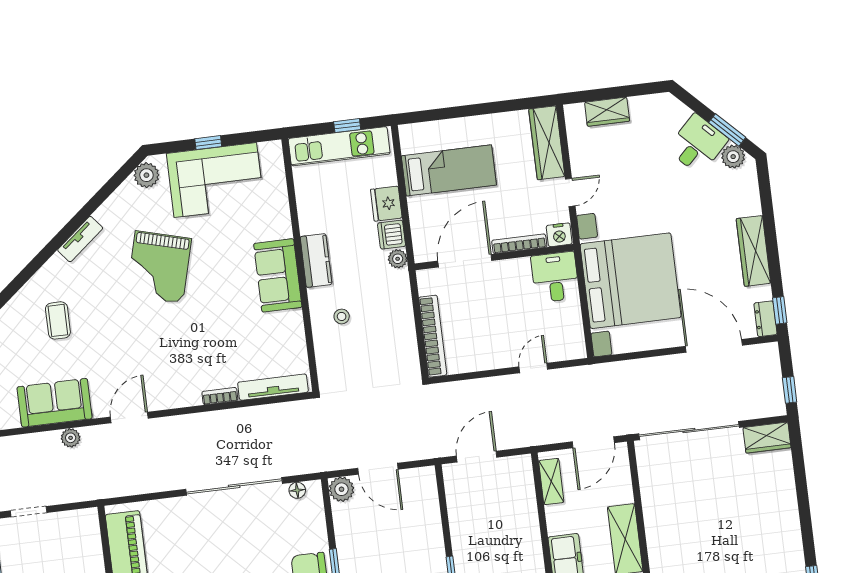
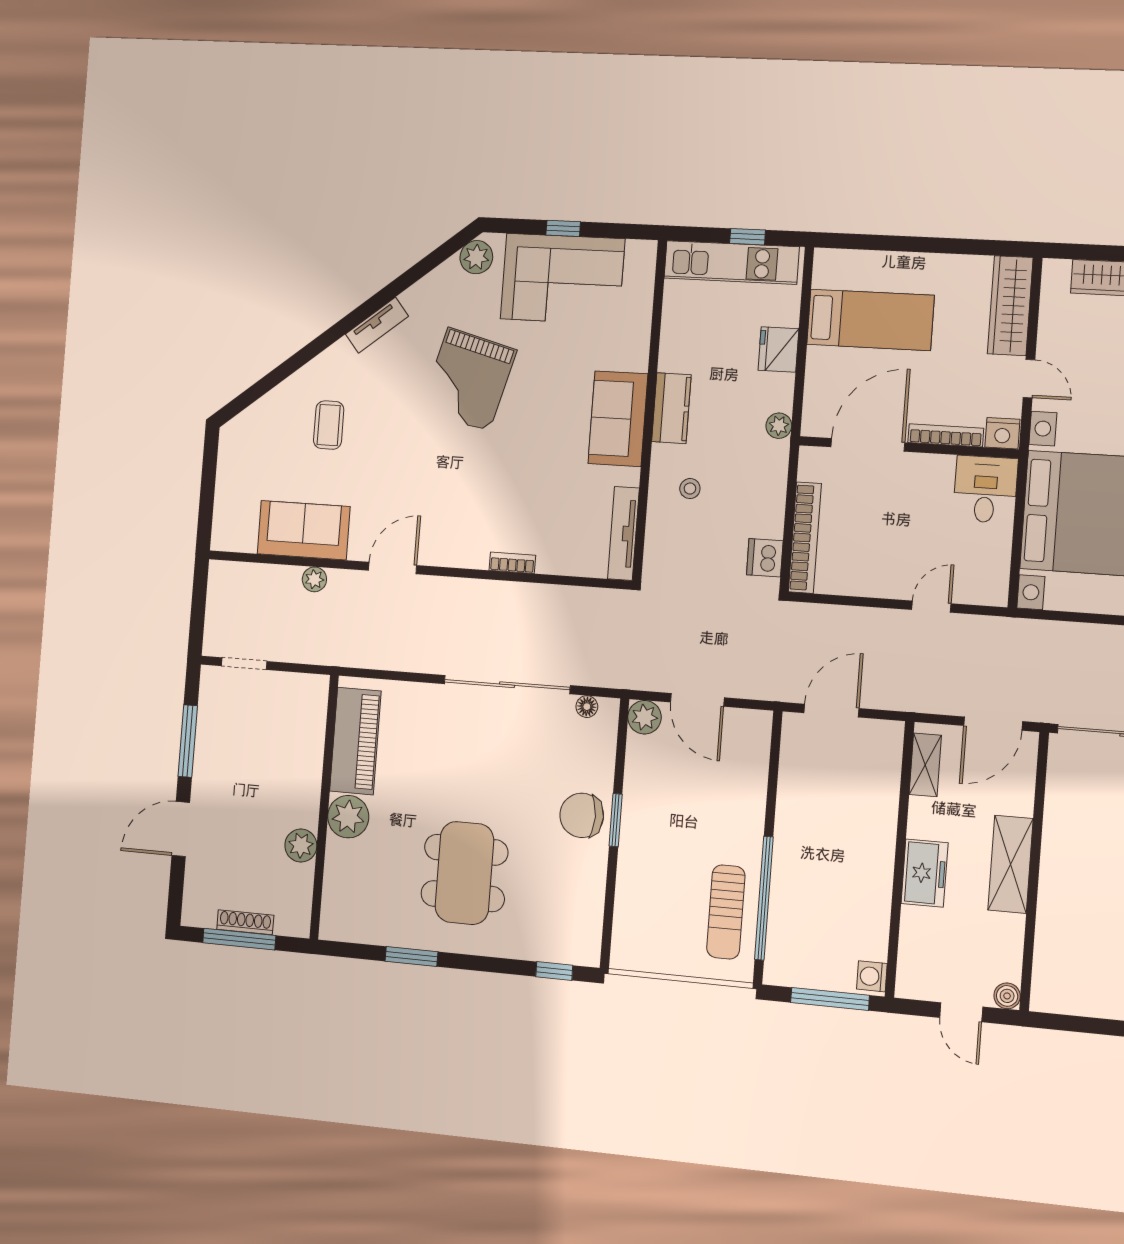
door: (570, 192) -> (1029, 379), hinge flipped
dishwasher: (392, 235) -> (765, 558), moved
tv unit: (273, 387) -> (623, 533), moved, turned -90

